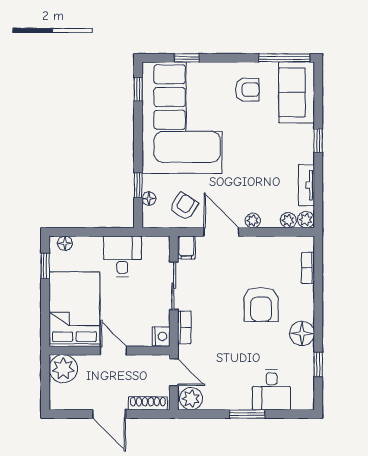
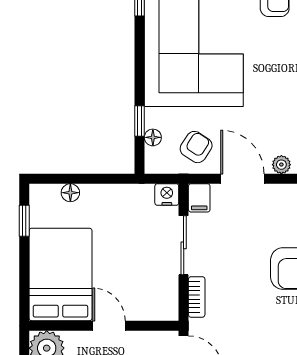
floor lamp: (65, 243) -> (70, 193), moved
desk: (122, 256) -> (120, 209), removed
nightstand: (161, 336) -> (167, 195), moved, turned -90

